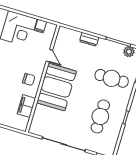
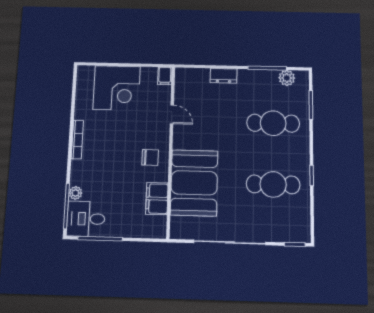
filing cabinet: (41, 26) -> (165, 76), moved
booth: (57, 87) -> (194, 183), moved
cafe table: (100, 116) -> (273, 184), turned 90

